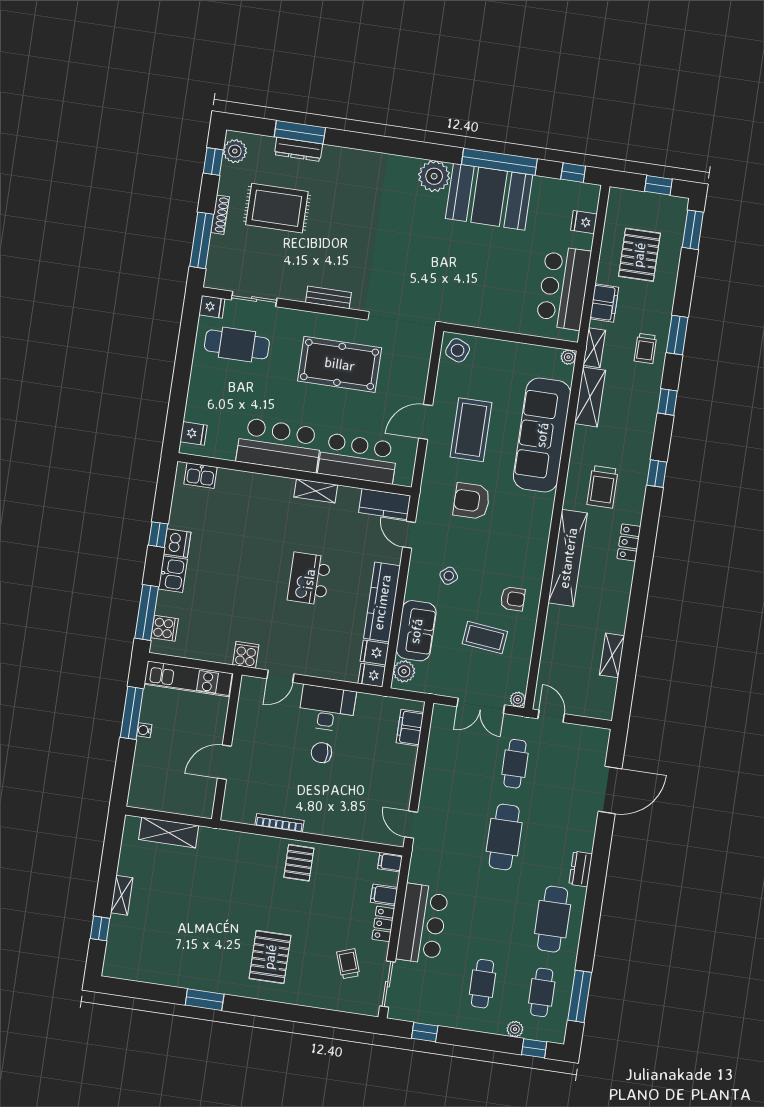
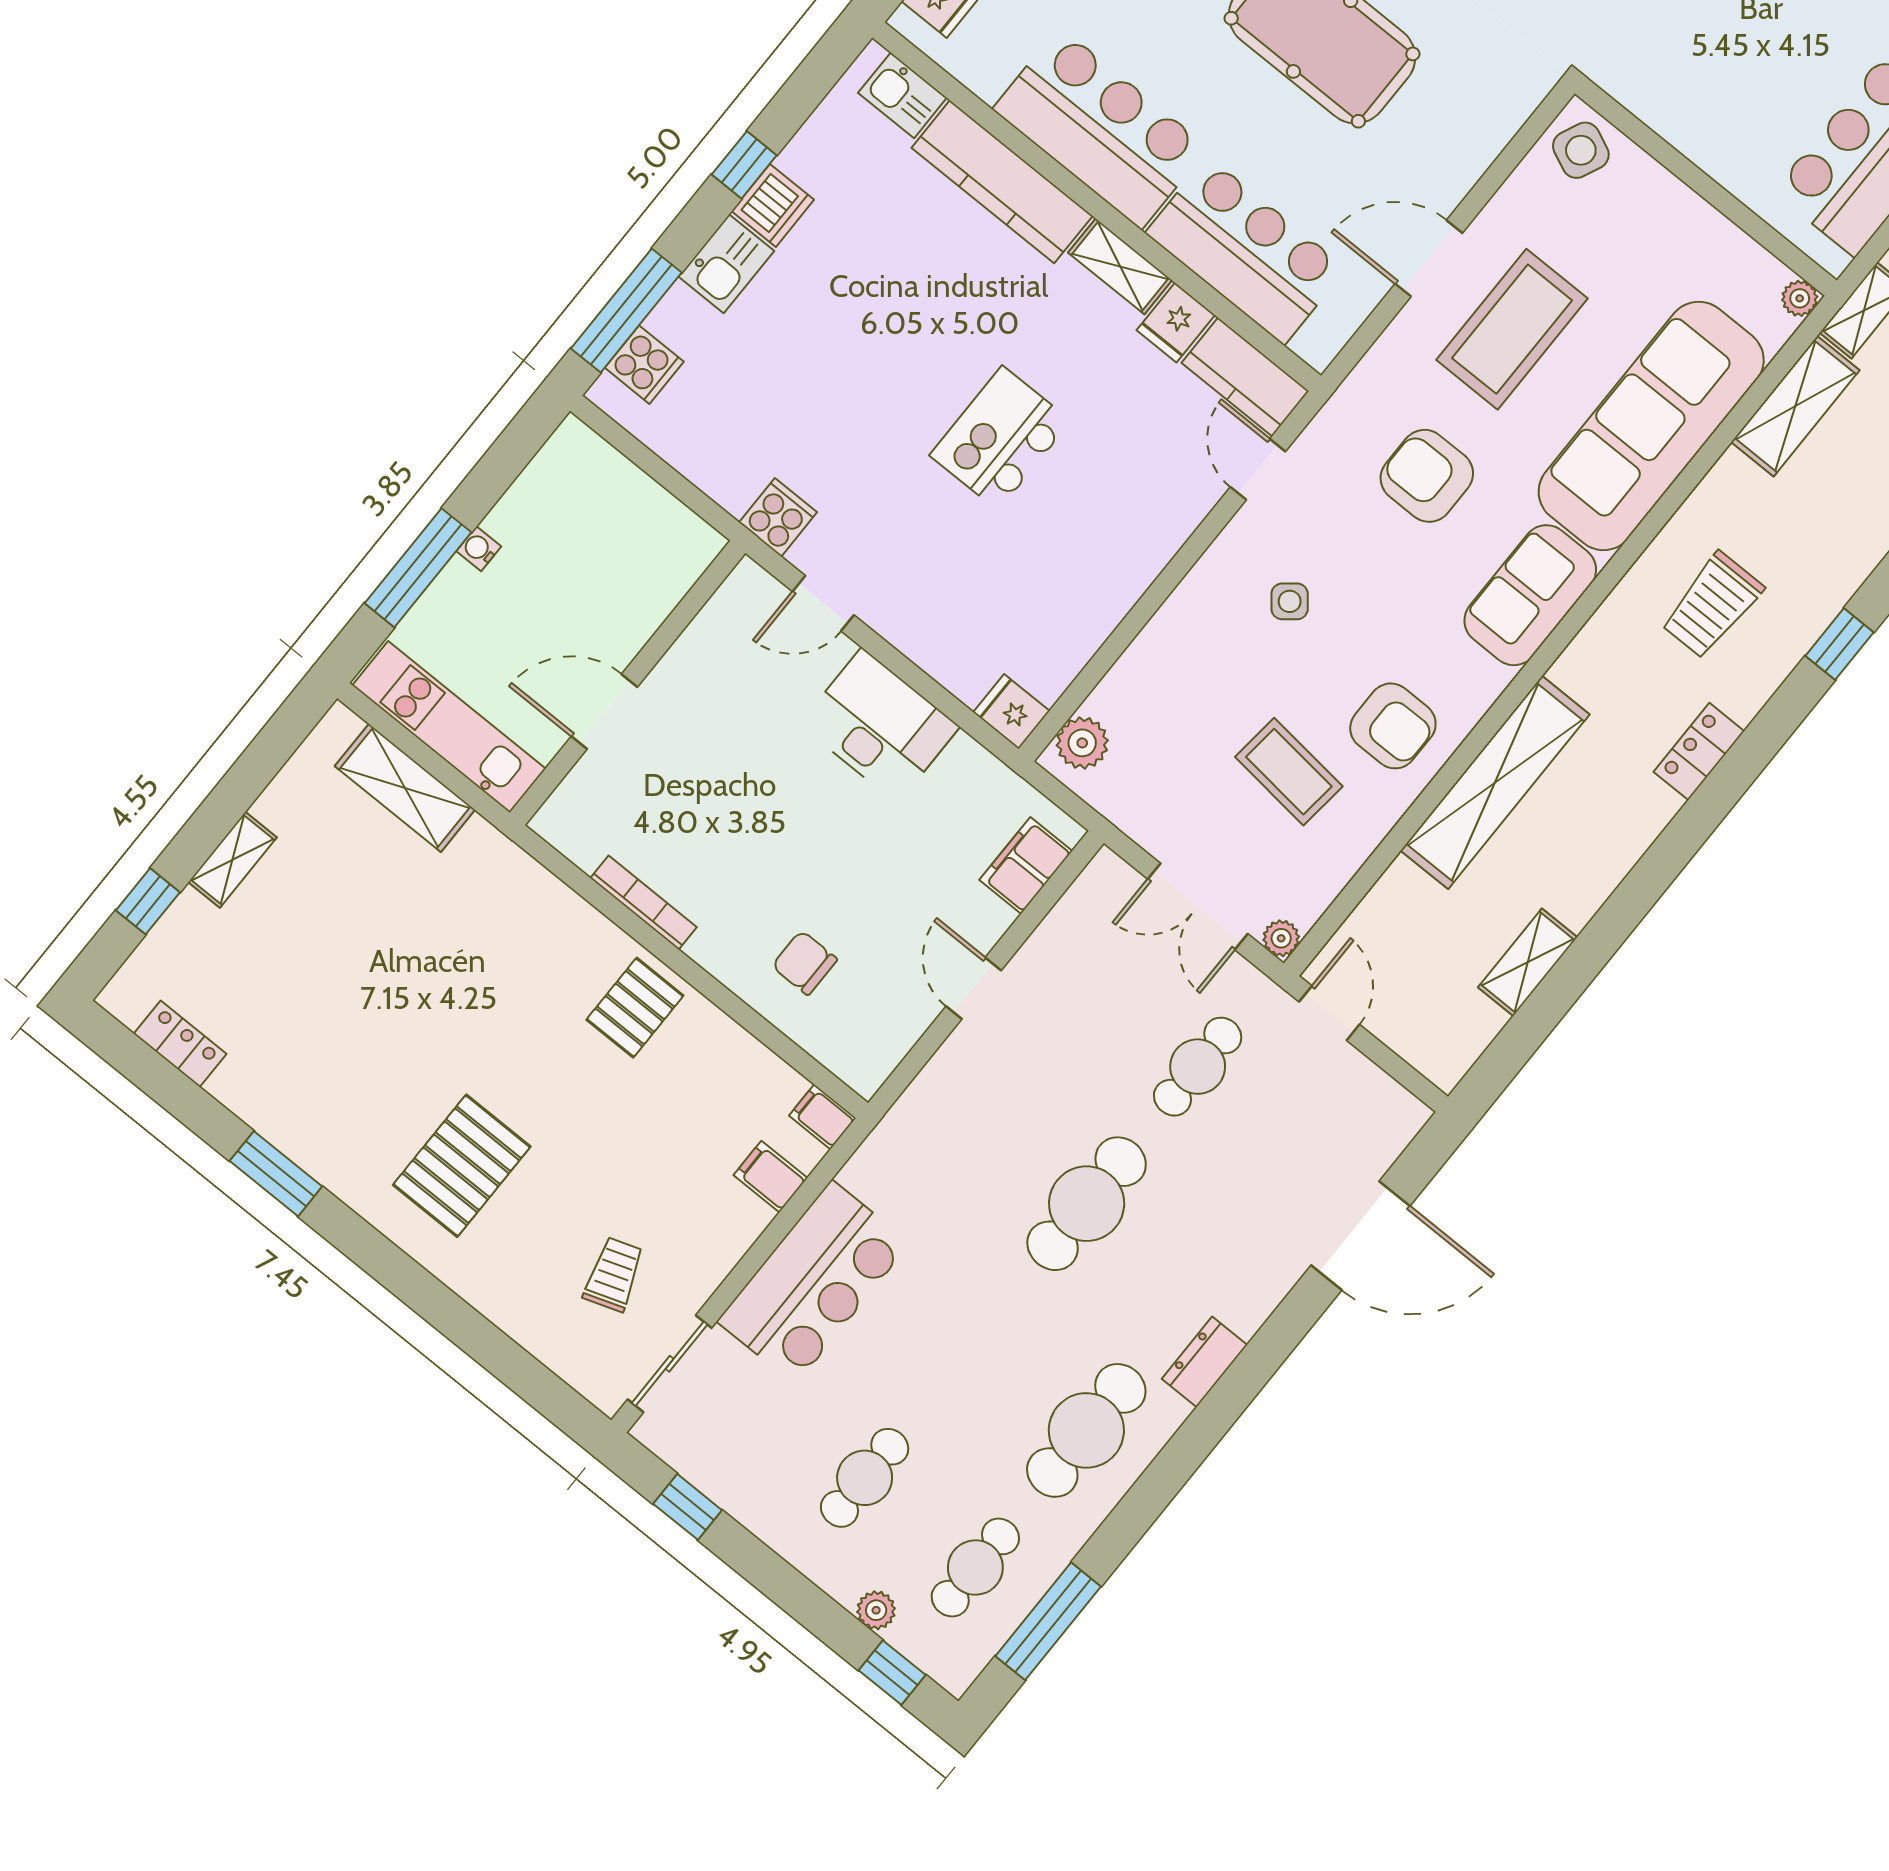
shelving: (568, 558) -> (1495, 782), moved
armchair: (513, 599) -> (1393, 726), width x1.38, depth x1.38
kitchen counter: (382, 602) -> (1002, 182), moved, turned -90
sofa: (416, 631) -> (1530, 595), moved, turned 180
fridge: (375, 652) -> (1176, 323), moved, turned -90
kitchen unit: (188, 679) -> (449, 727), moved, turned 180
window: (132, 713) -> (418, 568), moved
chair: (322, 753) -> (804, 963), moved
door: (411, 825) -> (974, 988), moved
locker: (383, 924) -> (180, 1044), moved, turned 90

